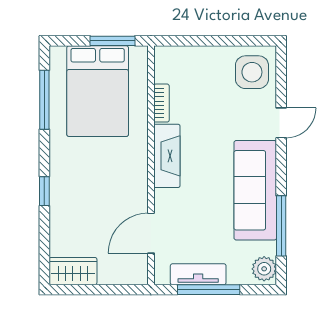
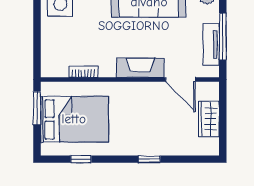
window: (44, 100) -> (81, 159), width x0.46
fireplace: (167, 156) -> (140, 68), moved
wardrobe: (73, 271) -> (209, 119), moved

